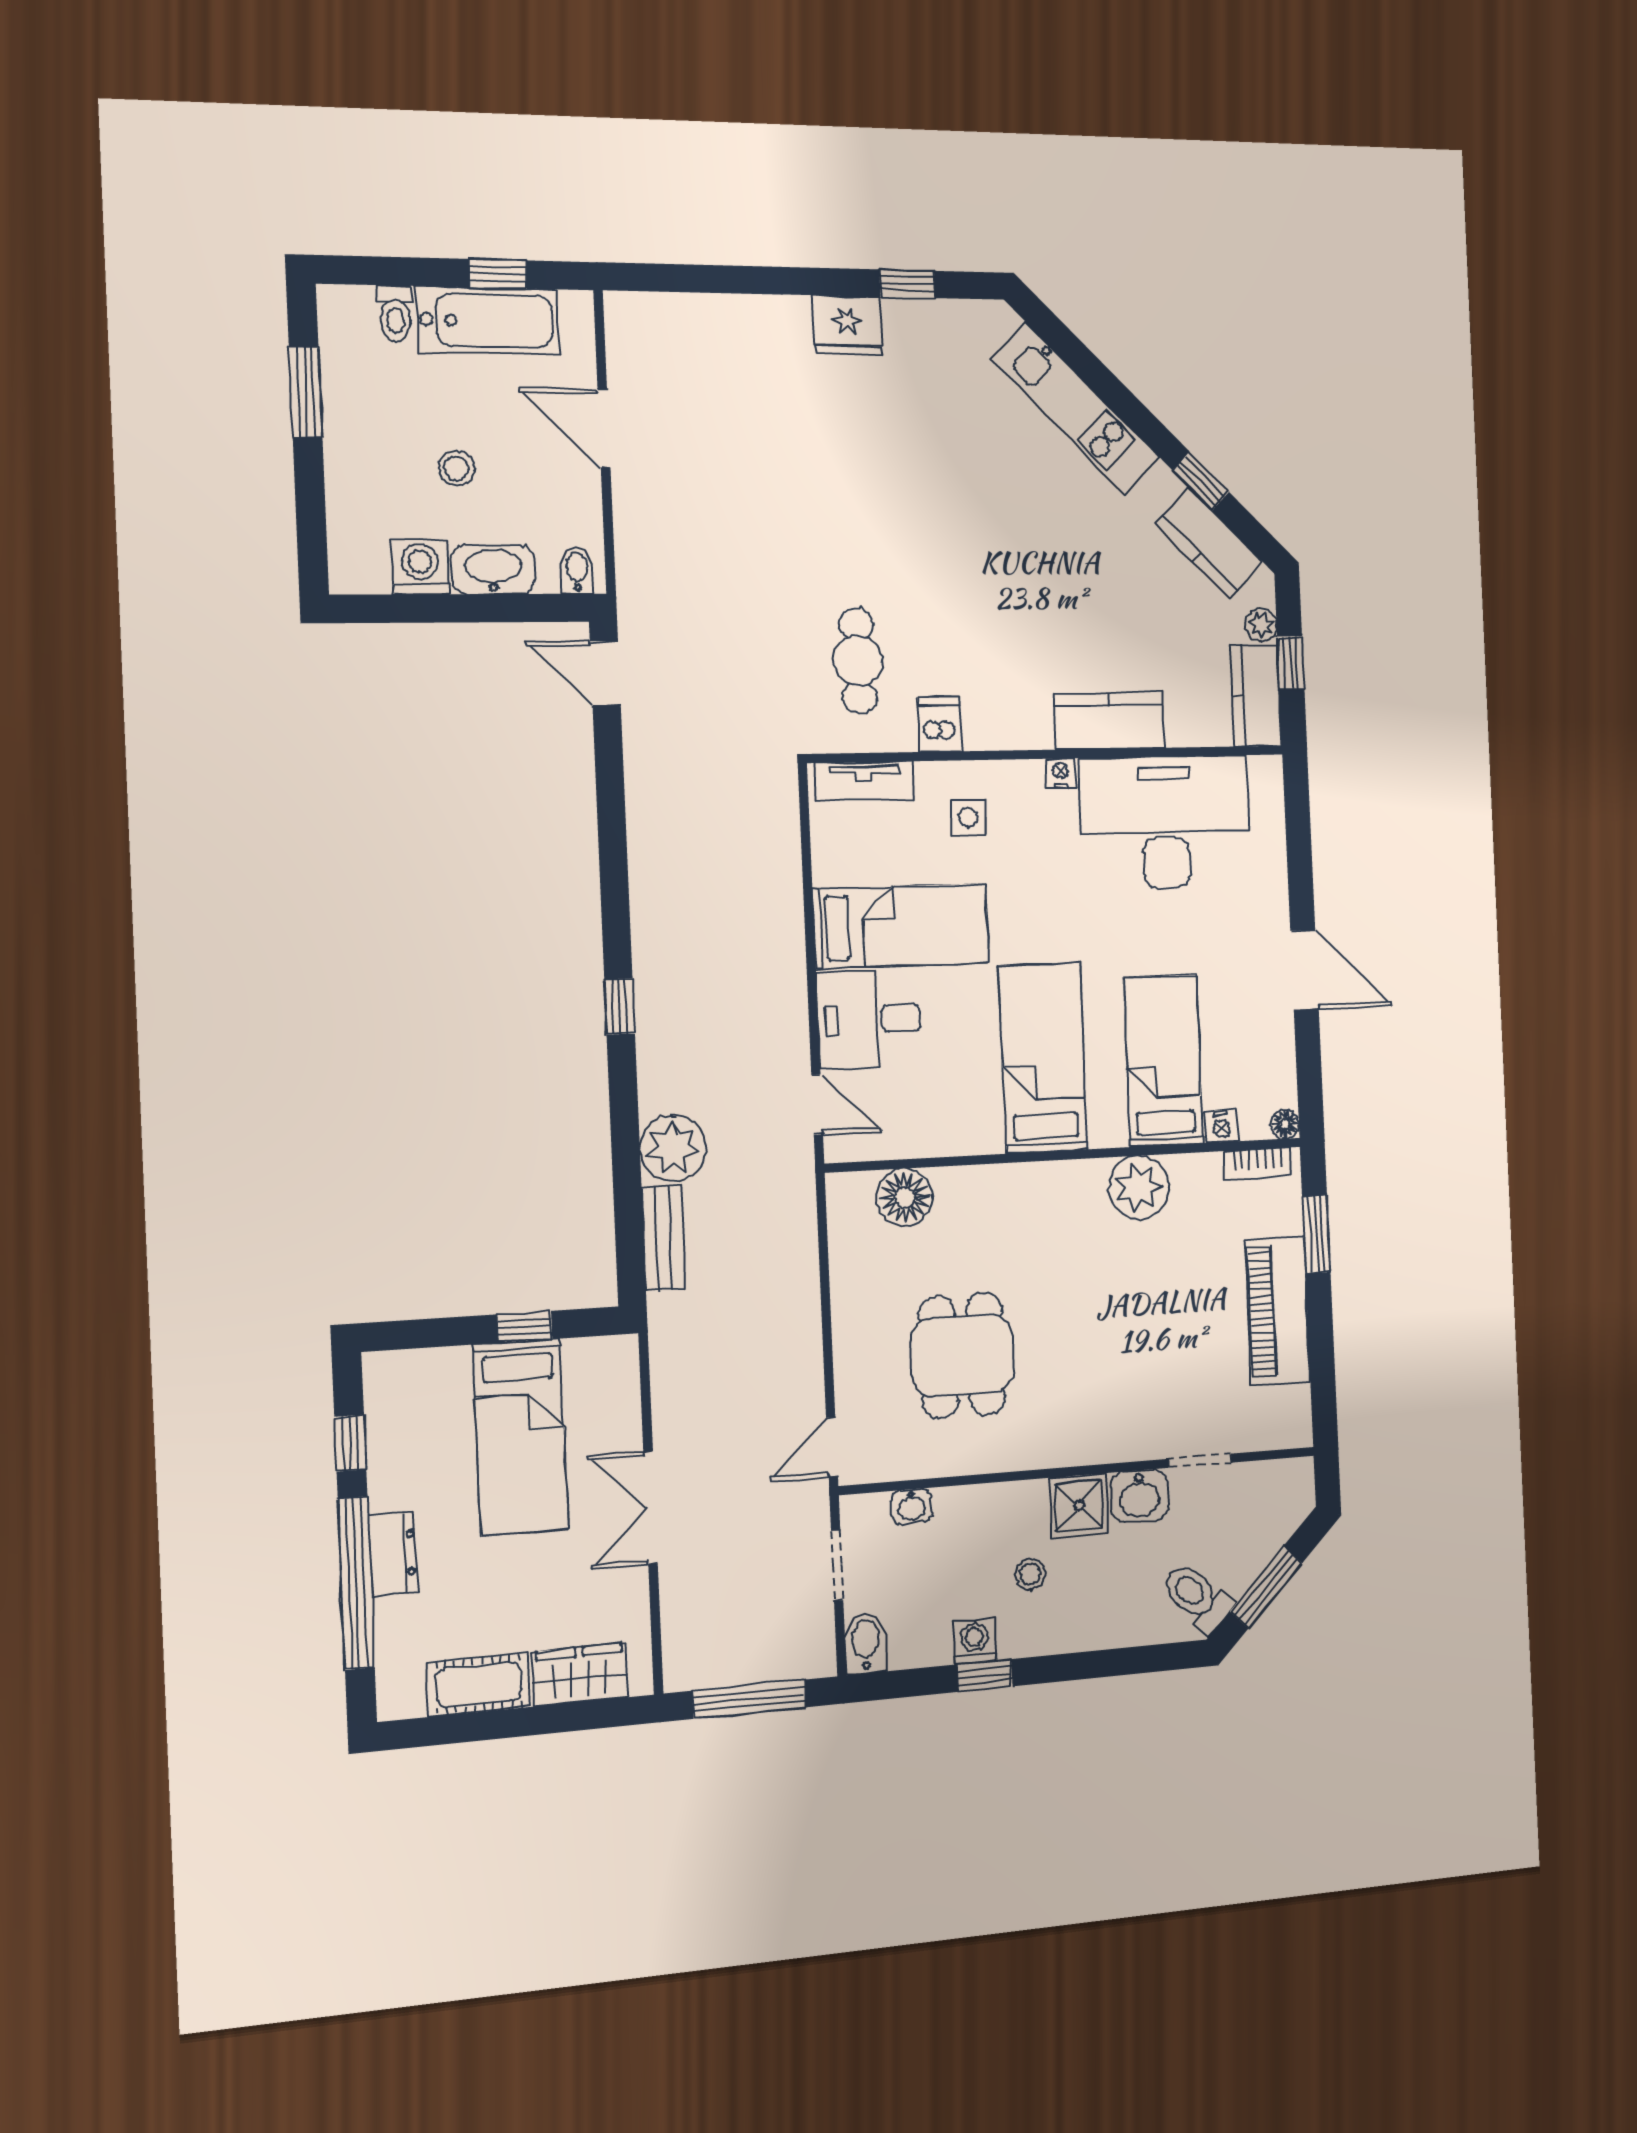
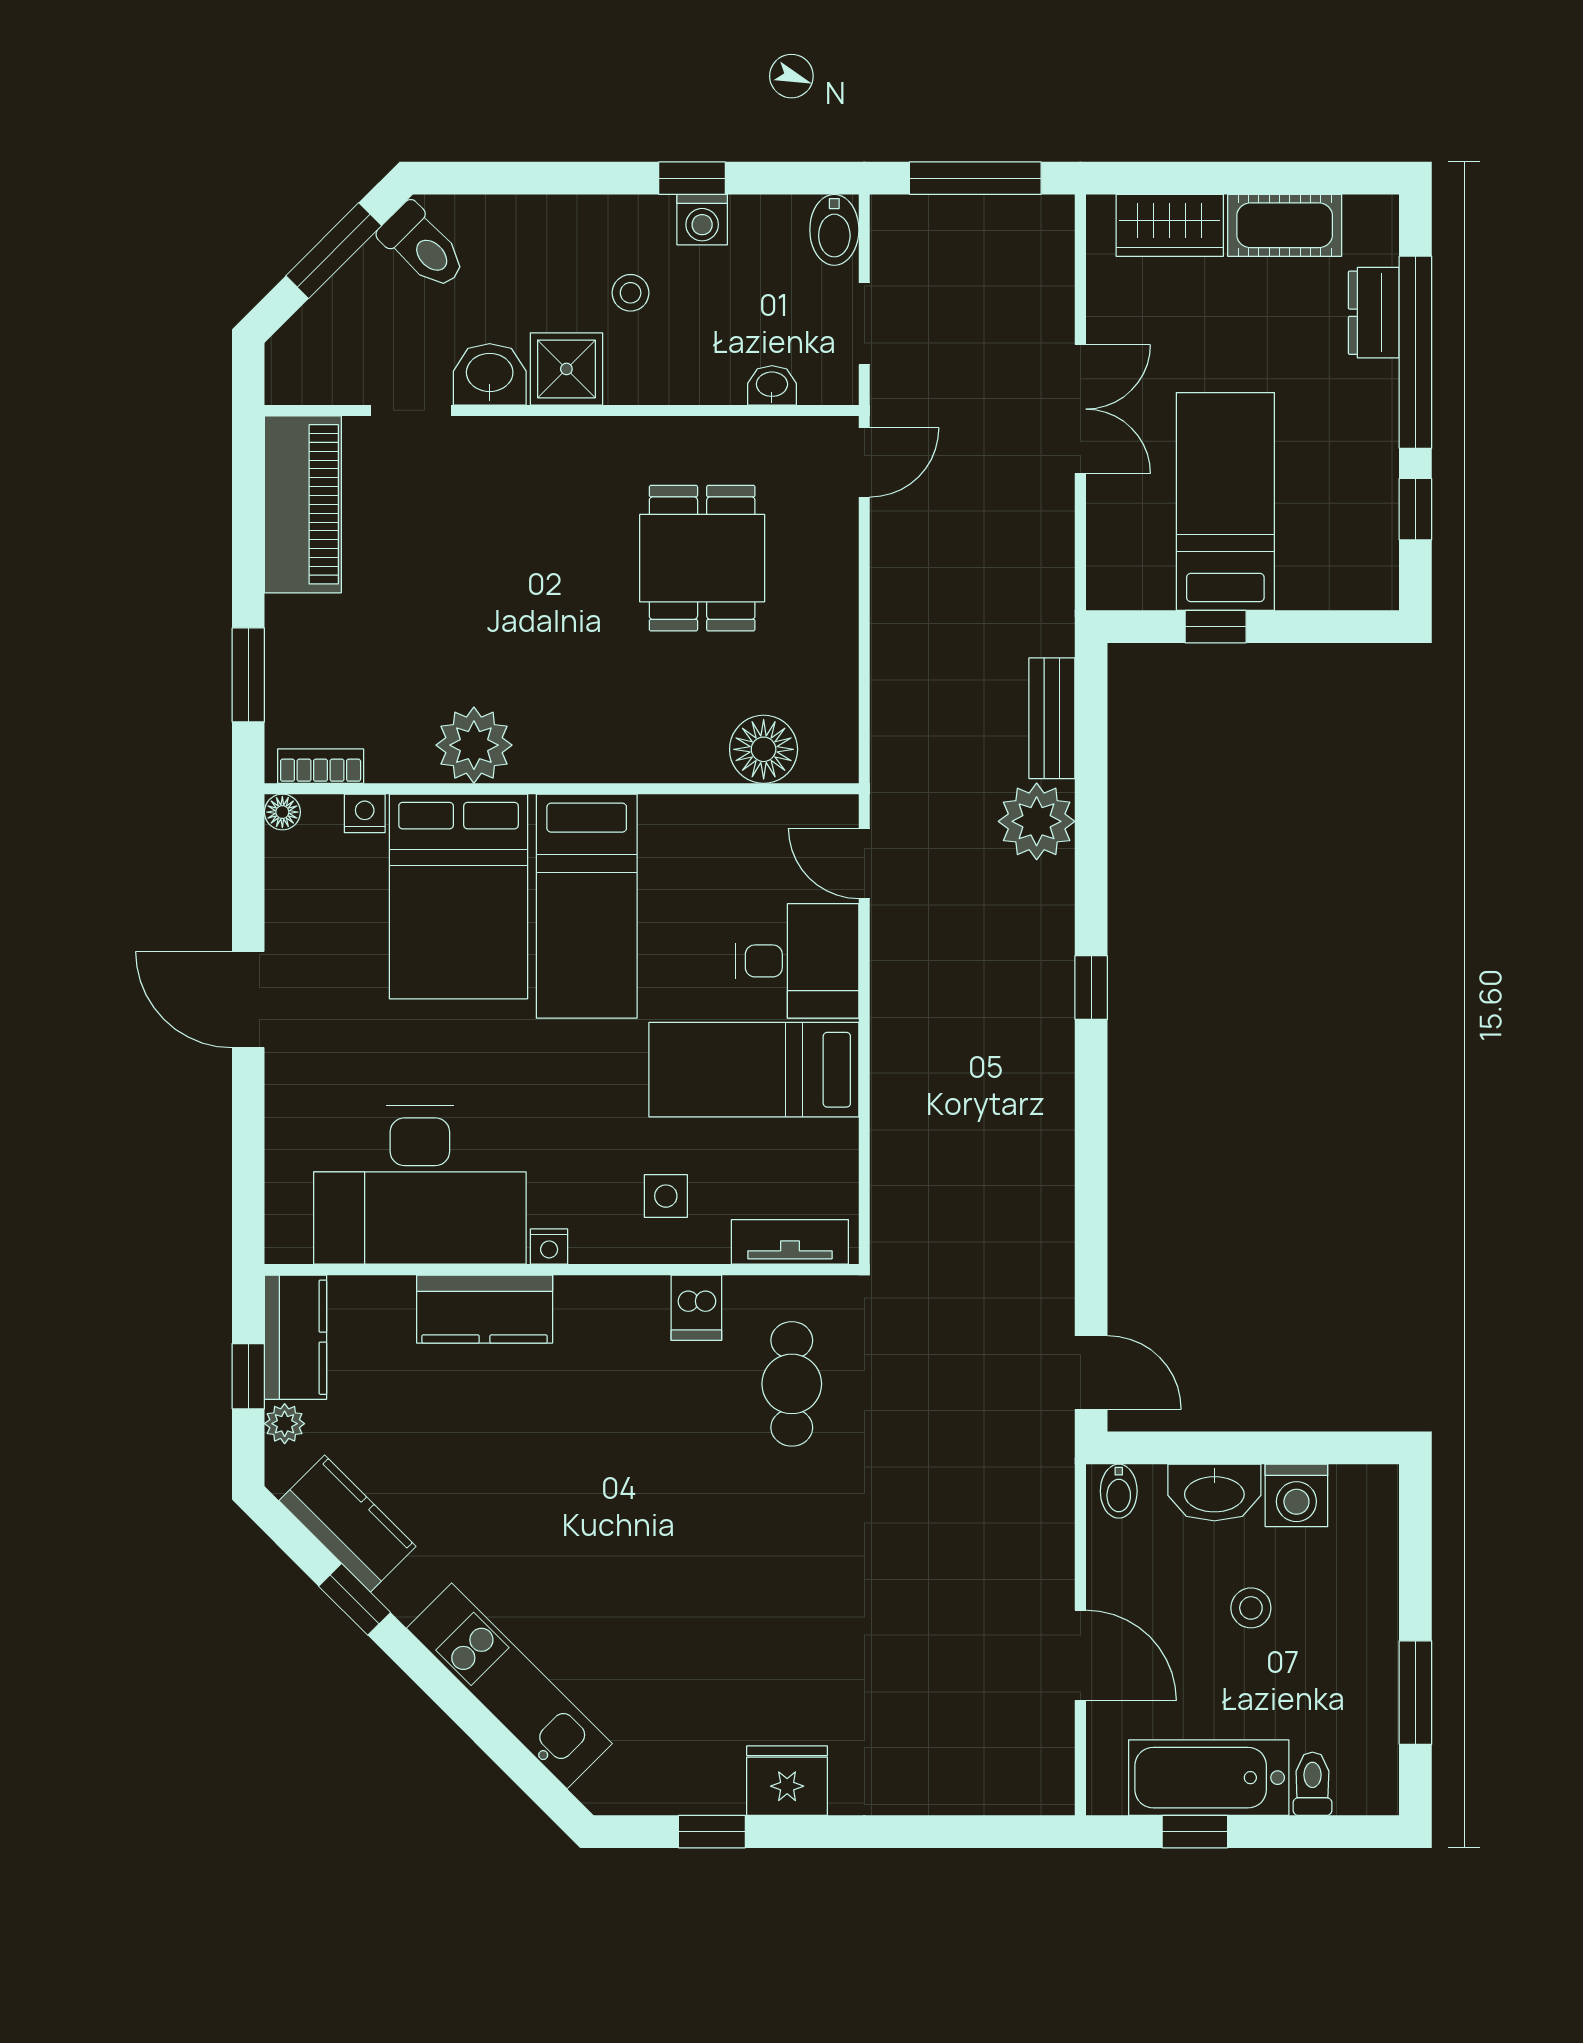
bed: (1163, 1061) -> (459, 896), width x1.50
piano: (1278, 1310) -> (303, 504), moved
dresser: (393, 1554) -> (1374, 313), moved

